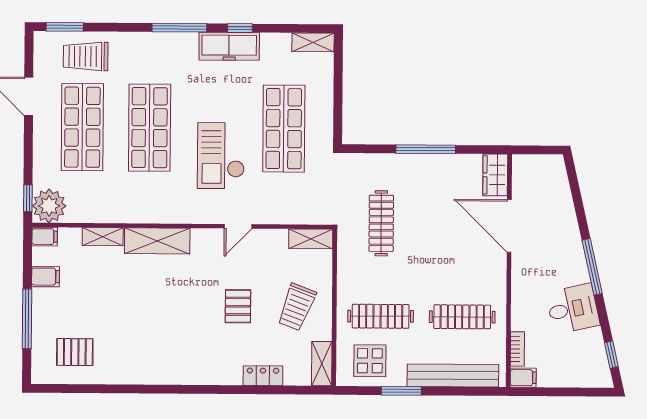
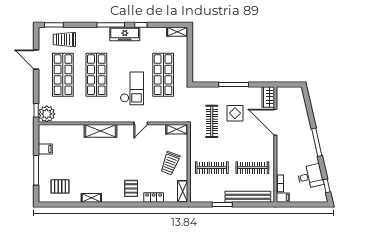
freezer: (229, 46) -> (125, 34), moved
checkout: (221, 156) -> (132, 88), turned 180
filing cabinet: (45, 237) -> (45, 129), removed
shelving: (103, 237) -> (91, 198), moved
pallet: (238, 306) -> (131, 188), moved
desk: (573, 309) -> (310, 176), moved
display table: (370, 361) -> (235, 113), moved

